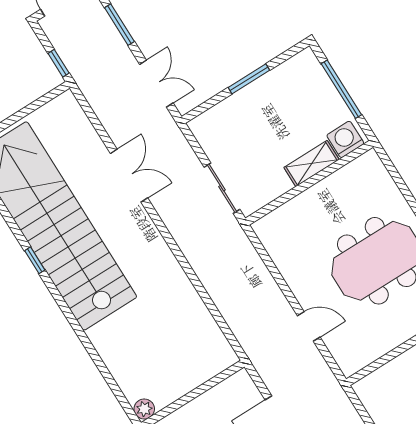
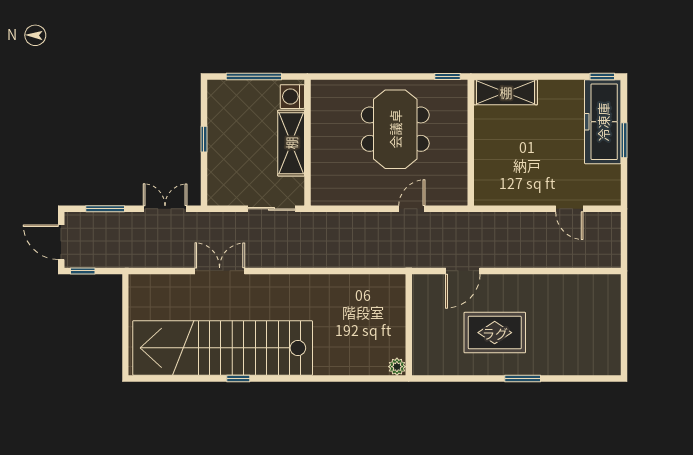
window: (59, 63) -> (83, 271), moved
window: (249, 79) -> (204, 139), width x0.67
shelving: (312, 163) -> (291, 143), width x1.50, depth x1.33

